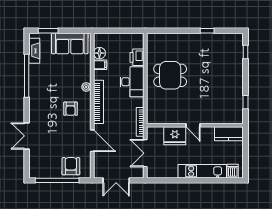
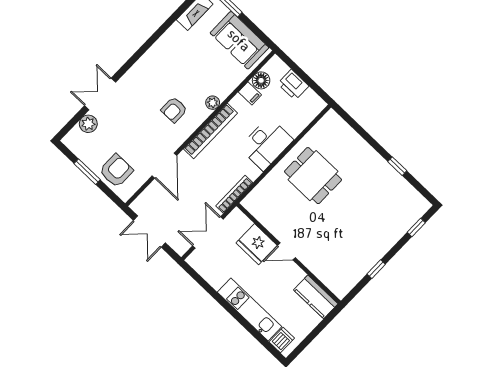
printer: (137, 57) -> (293, 85), moved, turned -90
window: (27, 76) -> (161, 30), removed
window: (245, 102) -> (376, 269), moved
door: (193, 125) -> (287, 251), hinge flipped
plant: (35, 156) -> (88, 124), added
window: (57, 180) -> (87, 172), width x0.47

